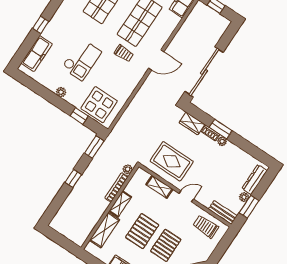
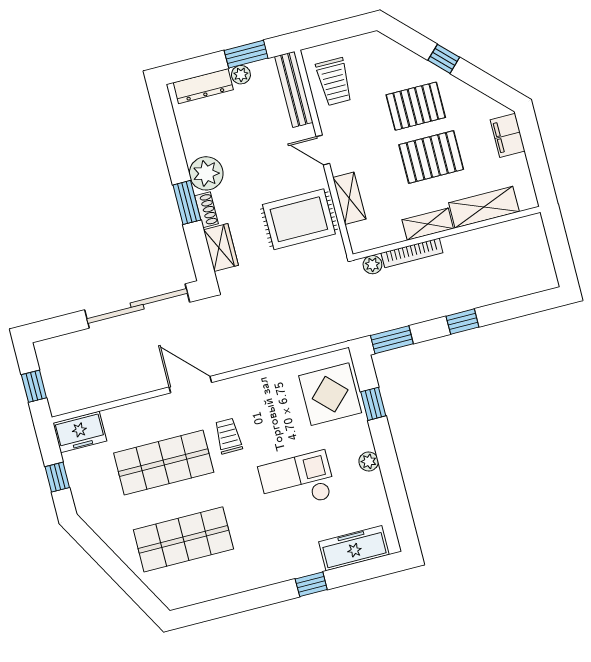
plant: (222, 141) -> (206, 173), width x1.88, depth x1.88
rug: (172, 161) -> (299, 219), turned 90
bench: (223, 212) -> (294, 89), width x1.36

